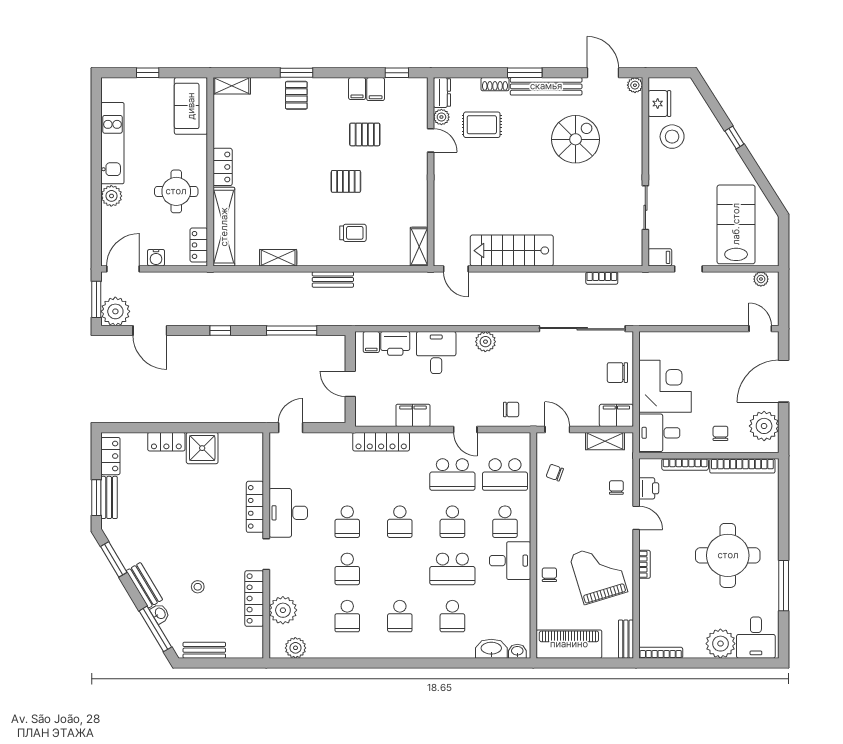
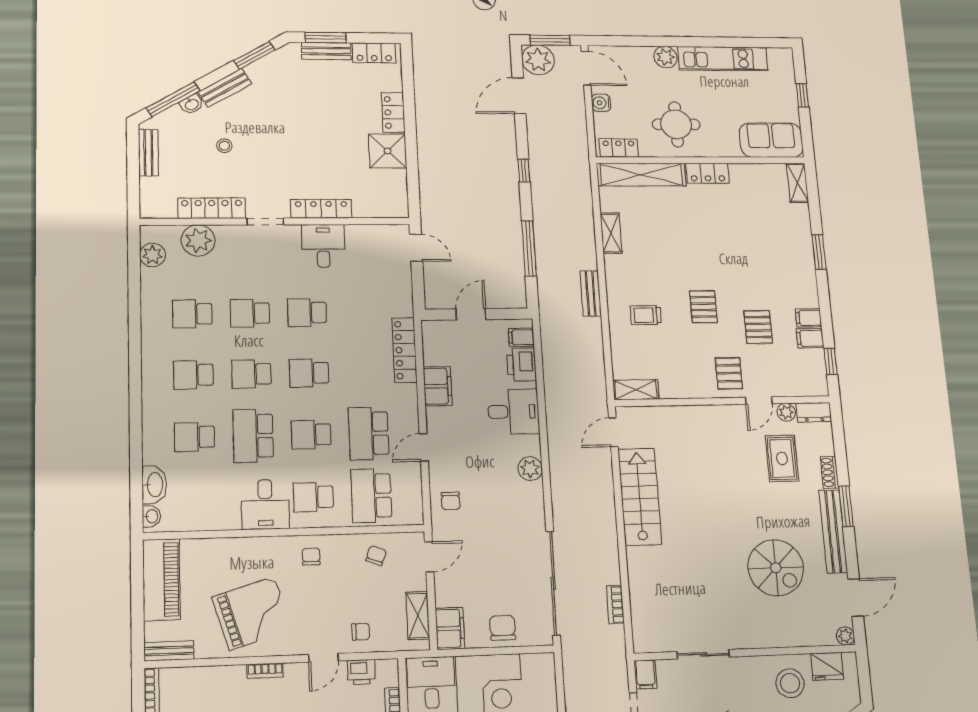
pallet: (296, 95) -> (729, 373), moved, turned 90
trolley: (353, 233) -> (646, 315), turned 90
desk: (288, 513) -> (323, 246), width x0.73
school desk: (400, 569) -> (252, 374), added
chair: (549, 575) -> (311, 556), moved, turned -90

